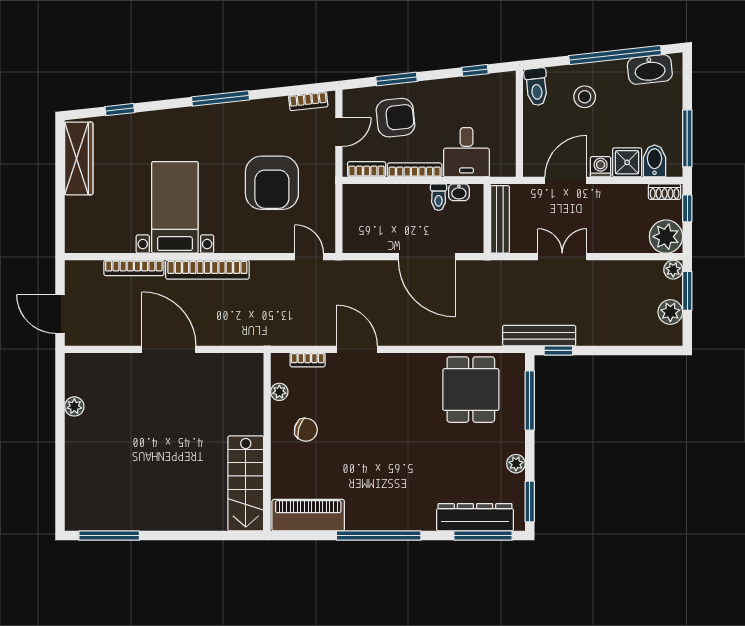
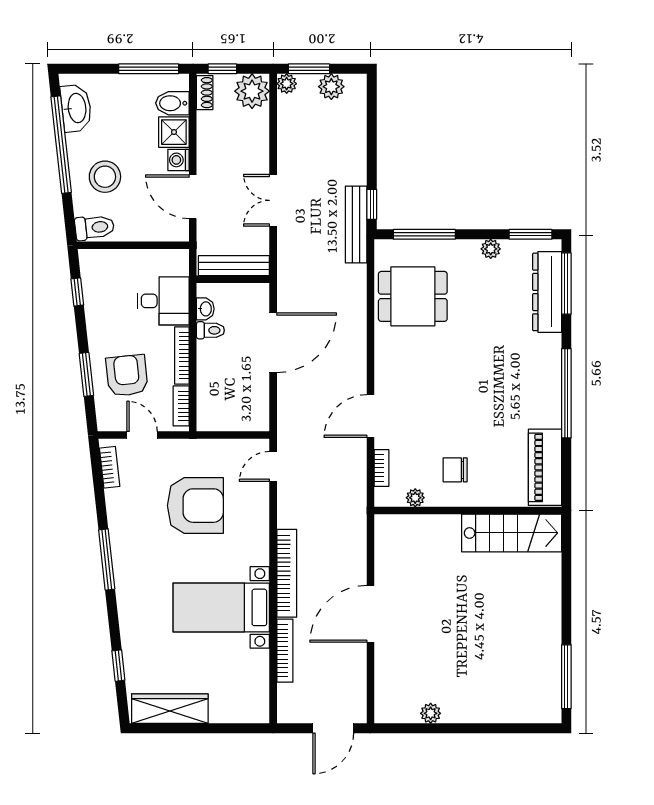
stool: (585, 97) -> (105, 177), width x1.38, depth x1.38
chair: (306, 430) -> (455, 470), turned -108

